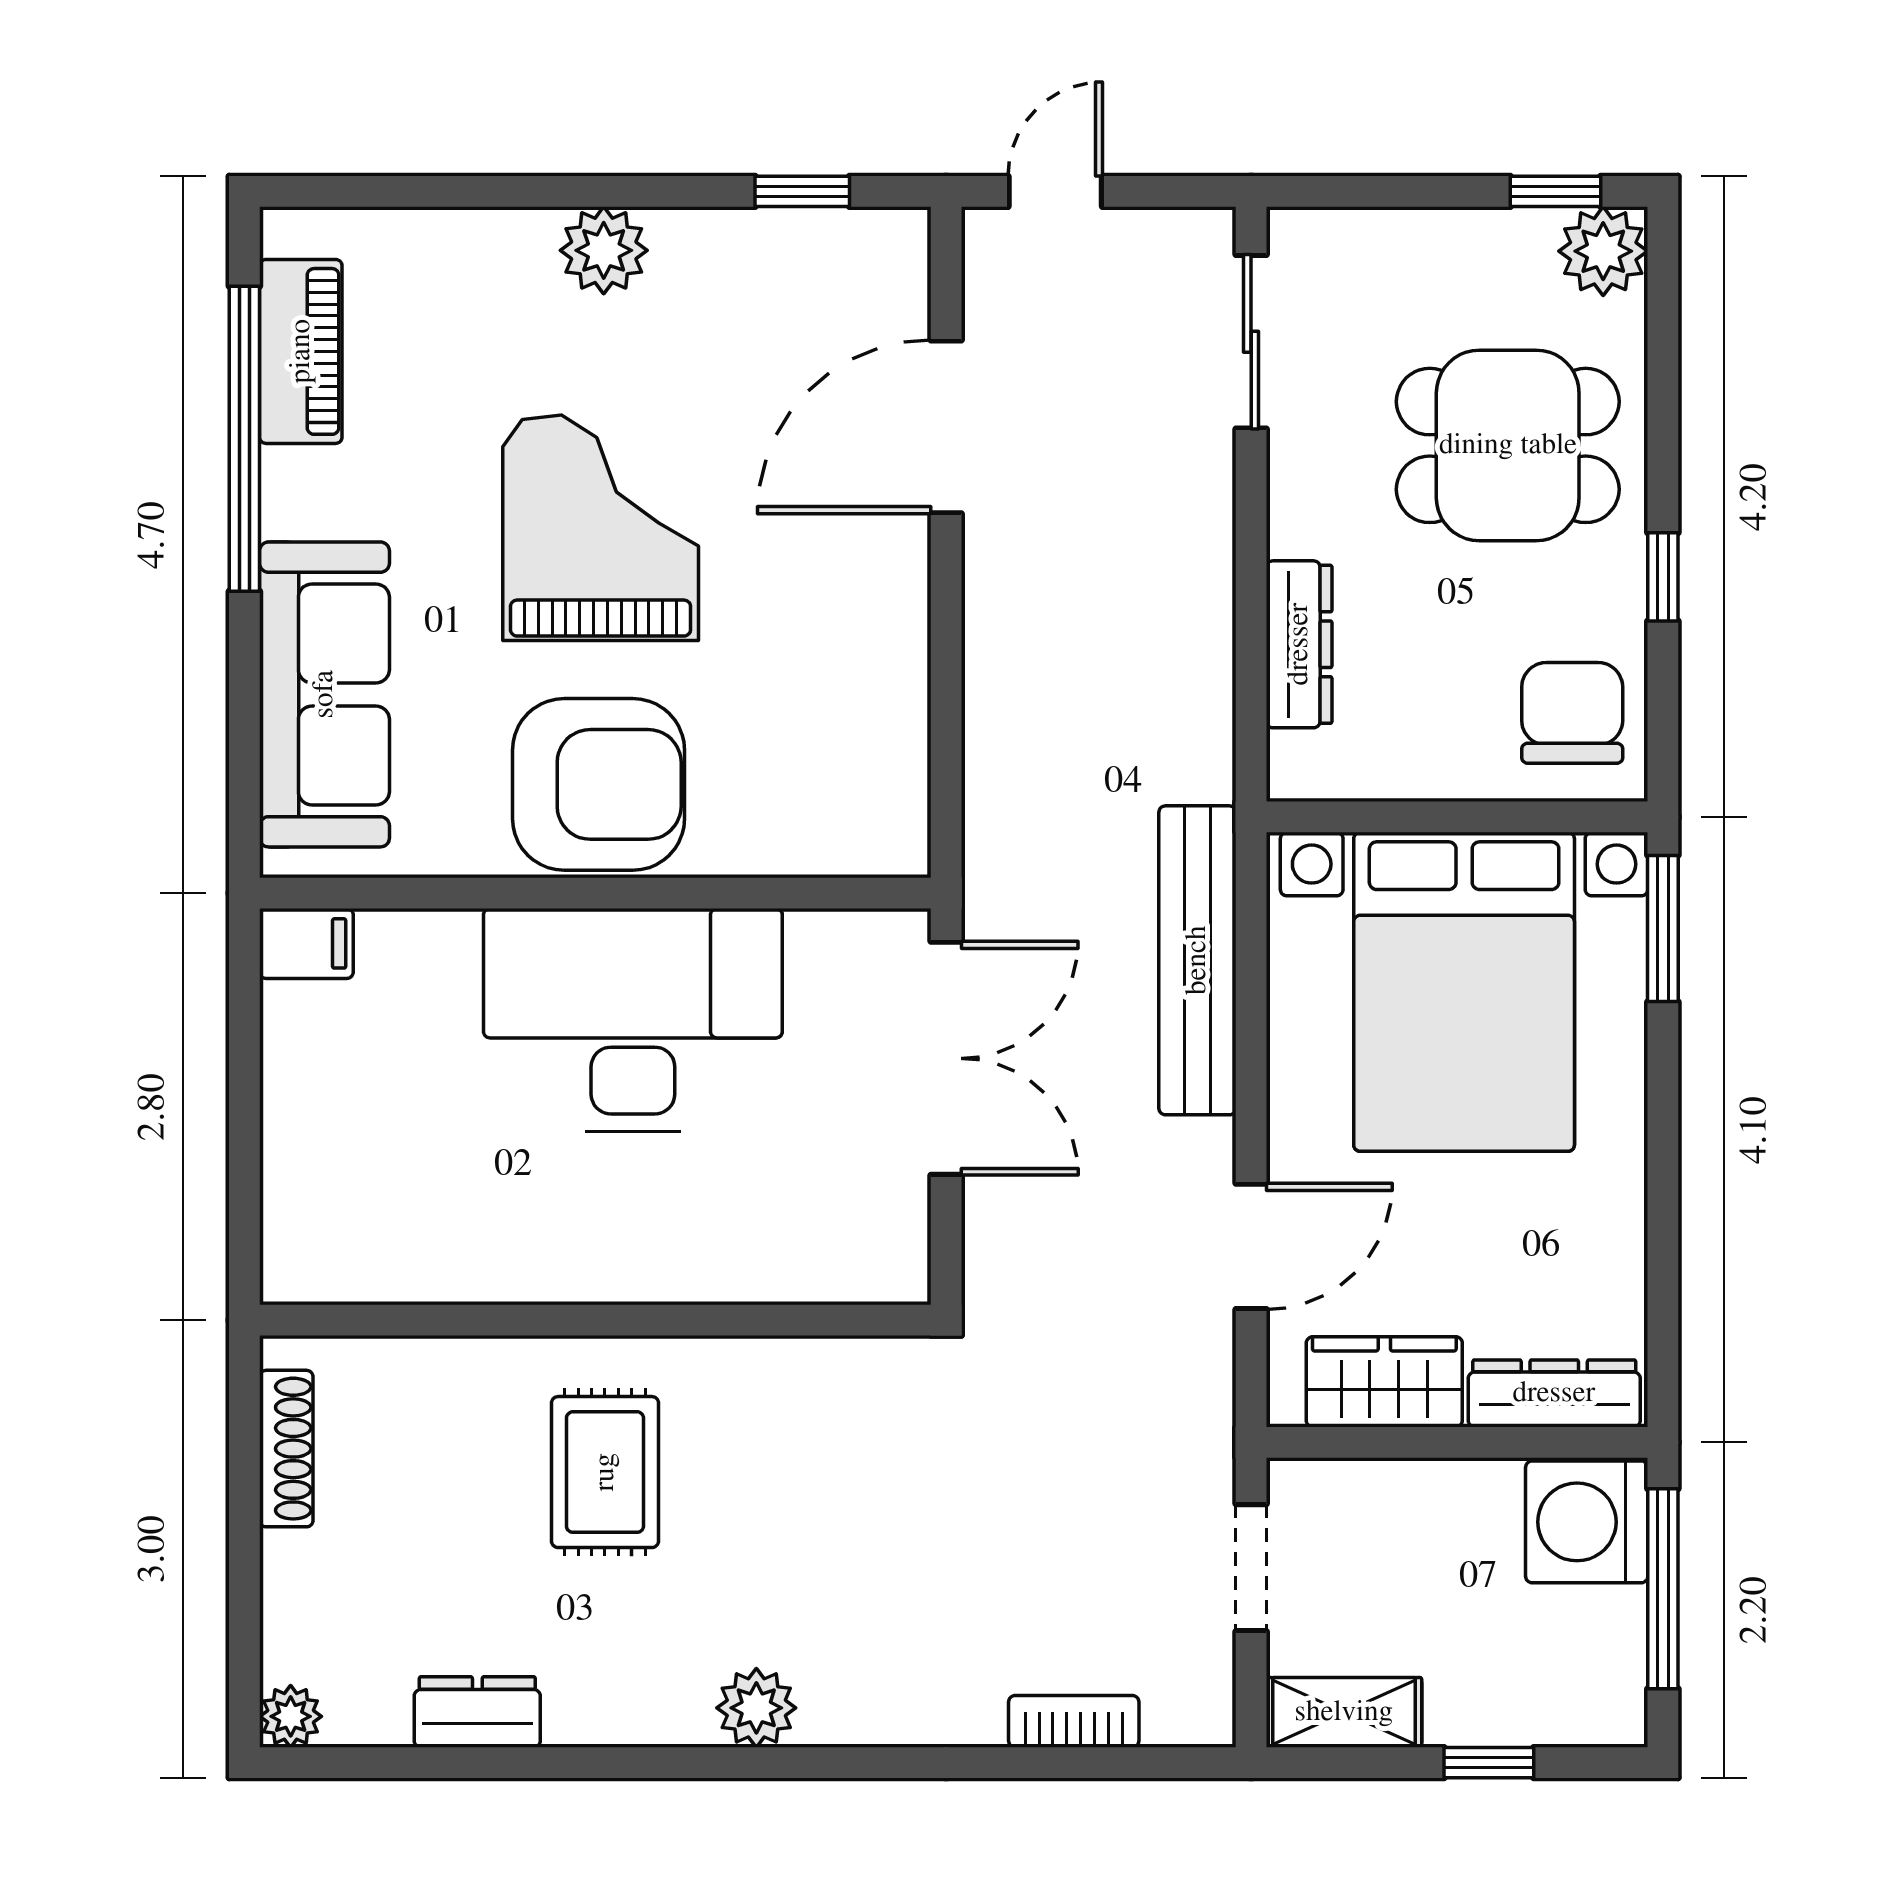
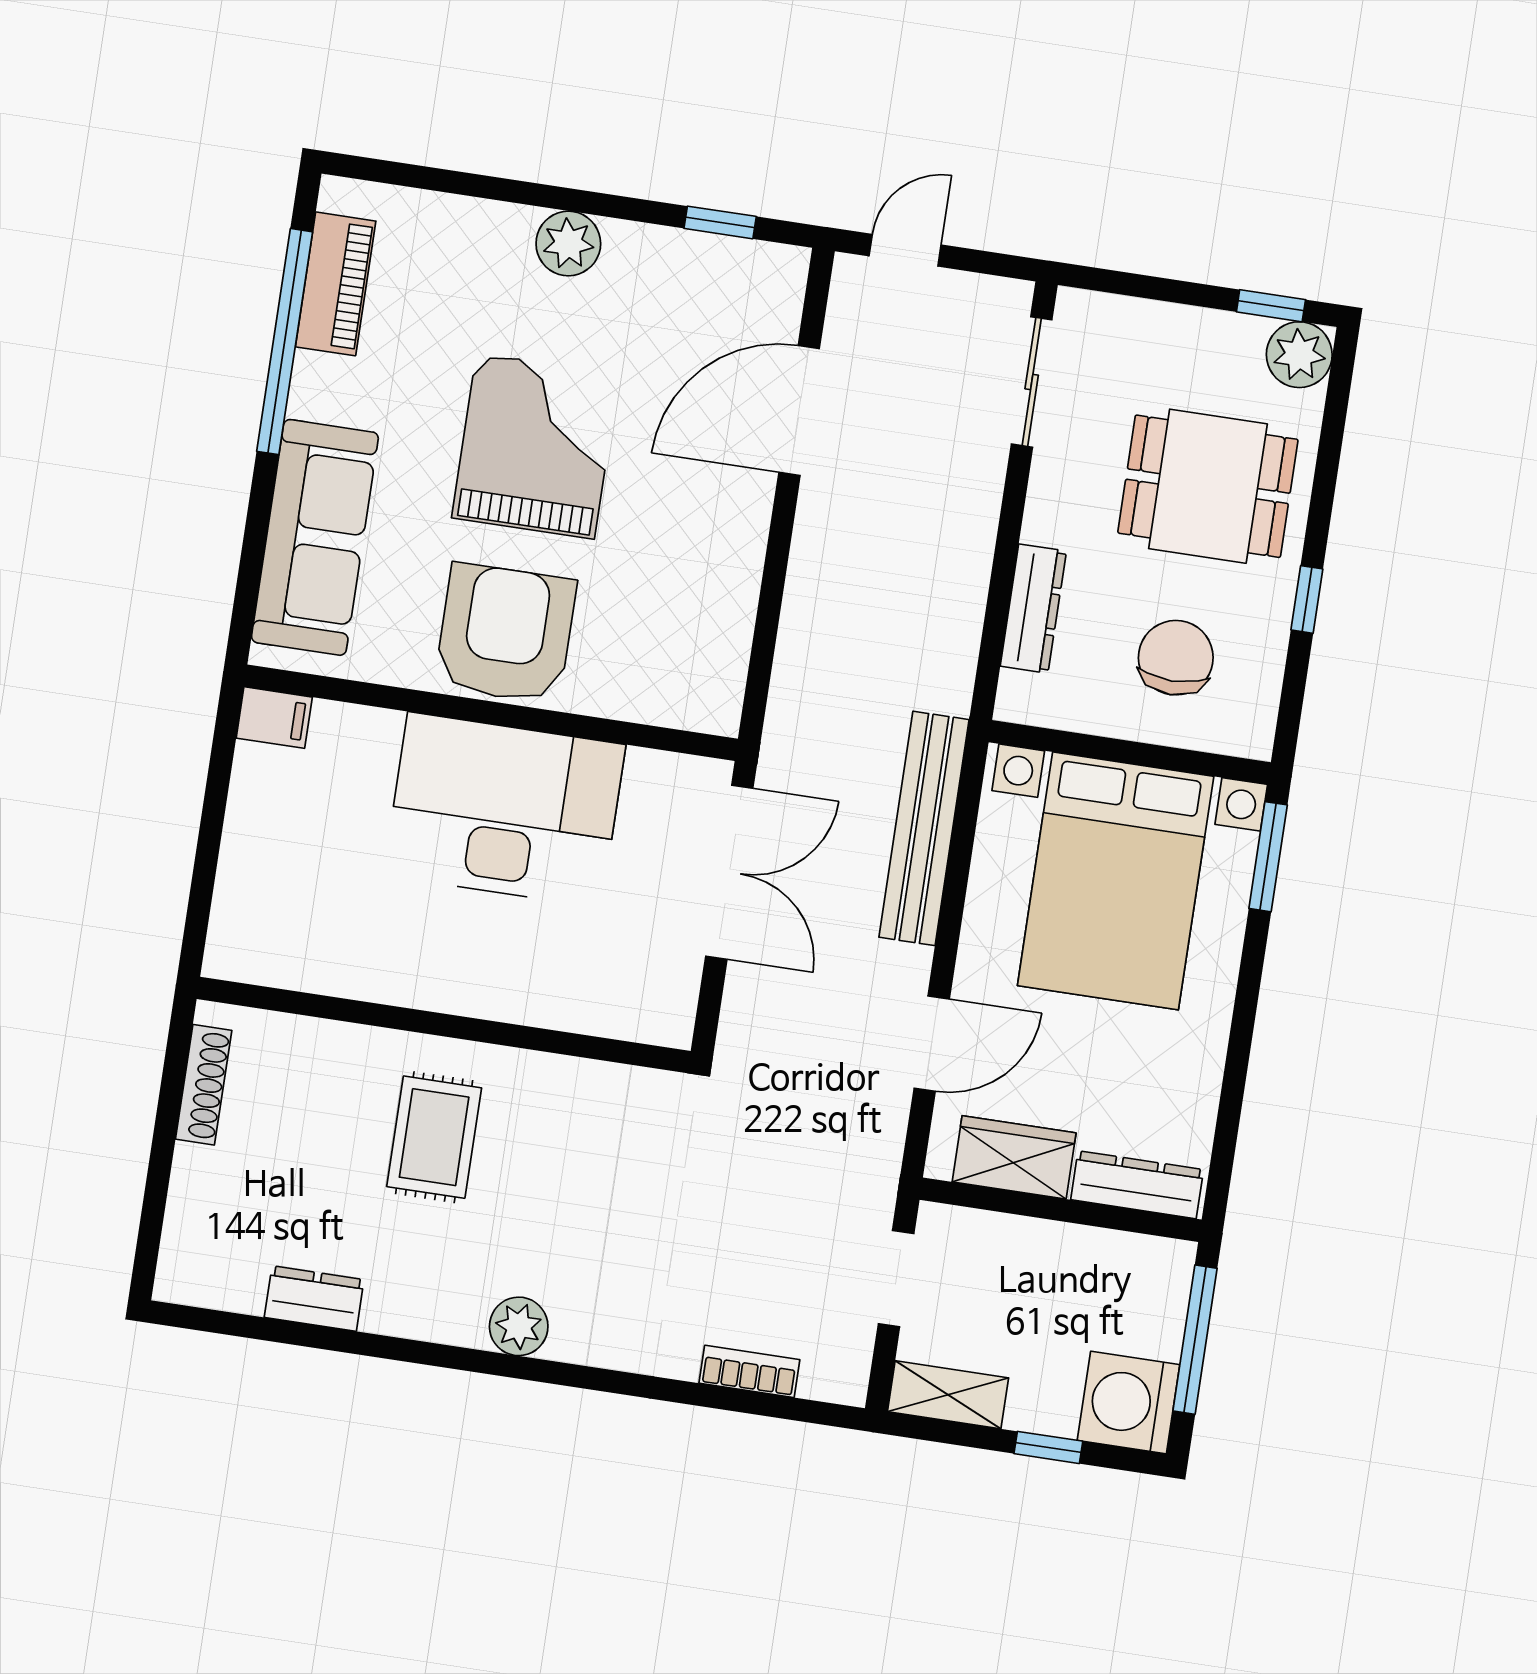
chair: (1572, 713) -> (1176, 658), moved
armchair: (599, 784) -> (505, 634), turned -90
washing machine: (1587, 1522) -> (1128, 1403), moved
plant: (291, 1716) -> (177, 1281), removed

